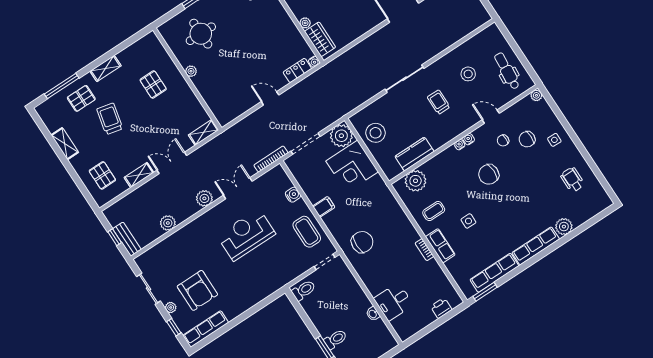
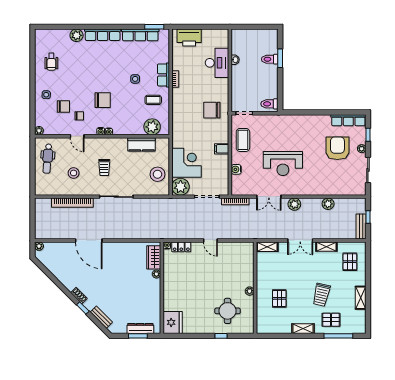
bookcase: (448, 41) -> (72, 203), added
bench: (127, 239) -> (361, 227), moved
desk: (393, 302) -> (217, 63), width x1.37
printer: (441, 308) -> (189, 38), width x1.87, depth x1.48

